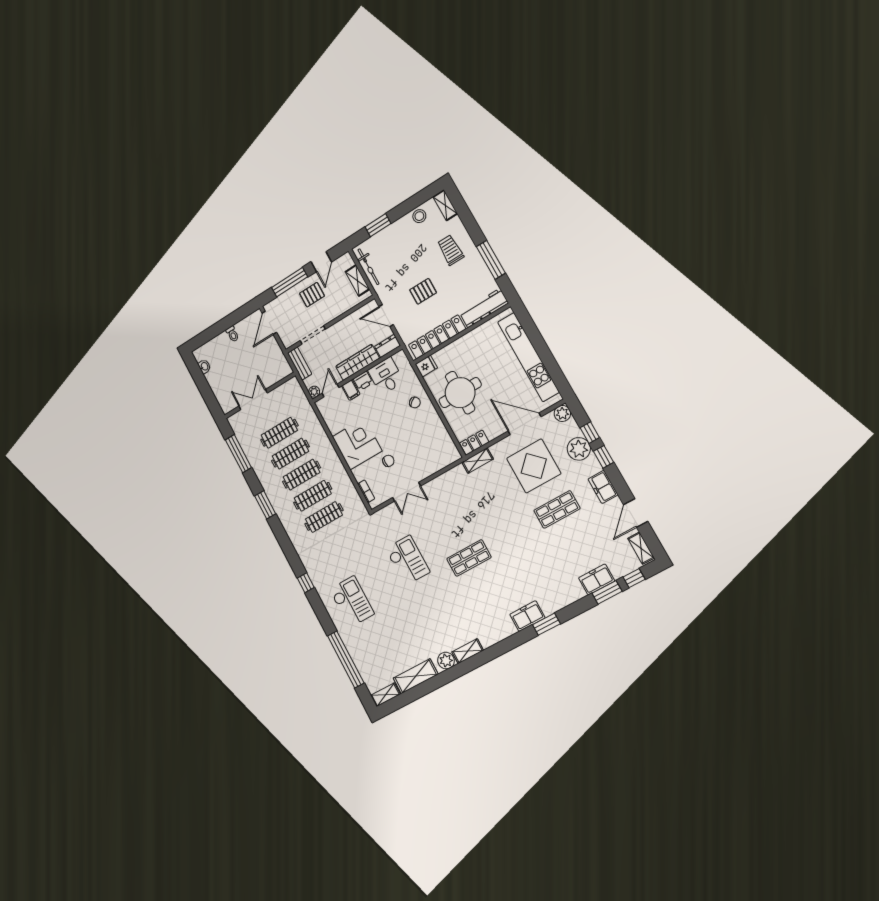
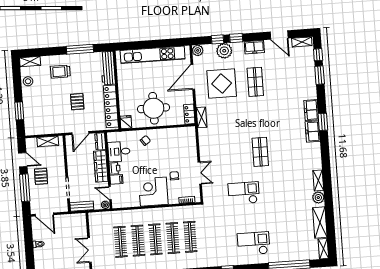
bicycle: (368, 267) -> (43, 130), removed
freezer: (597, 579) -> (311, 110), moved

